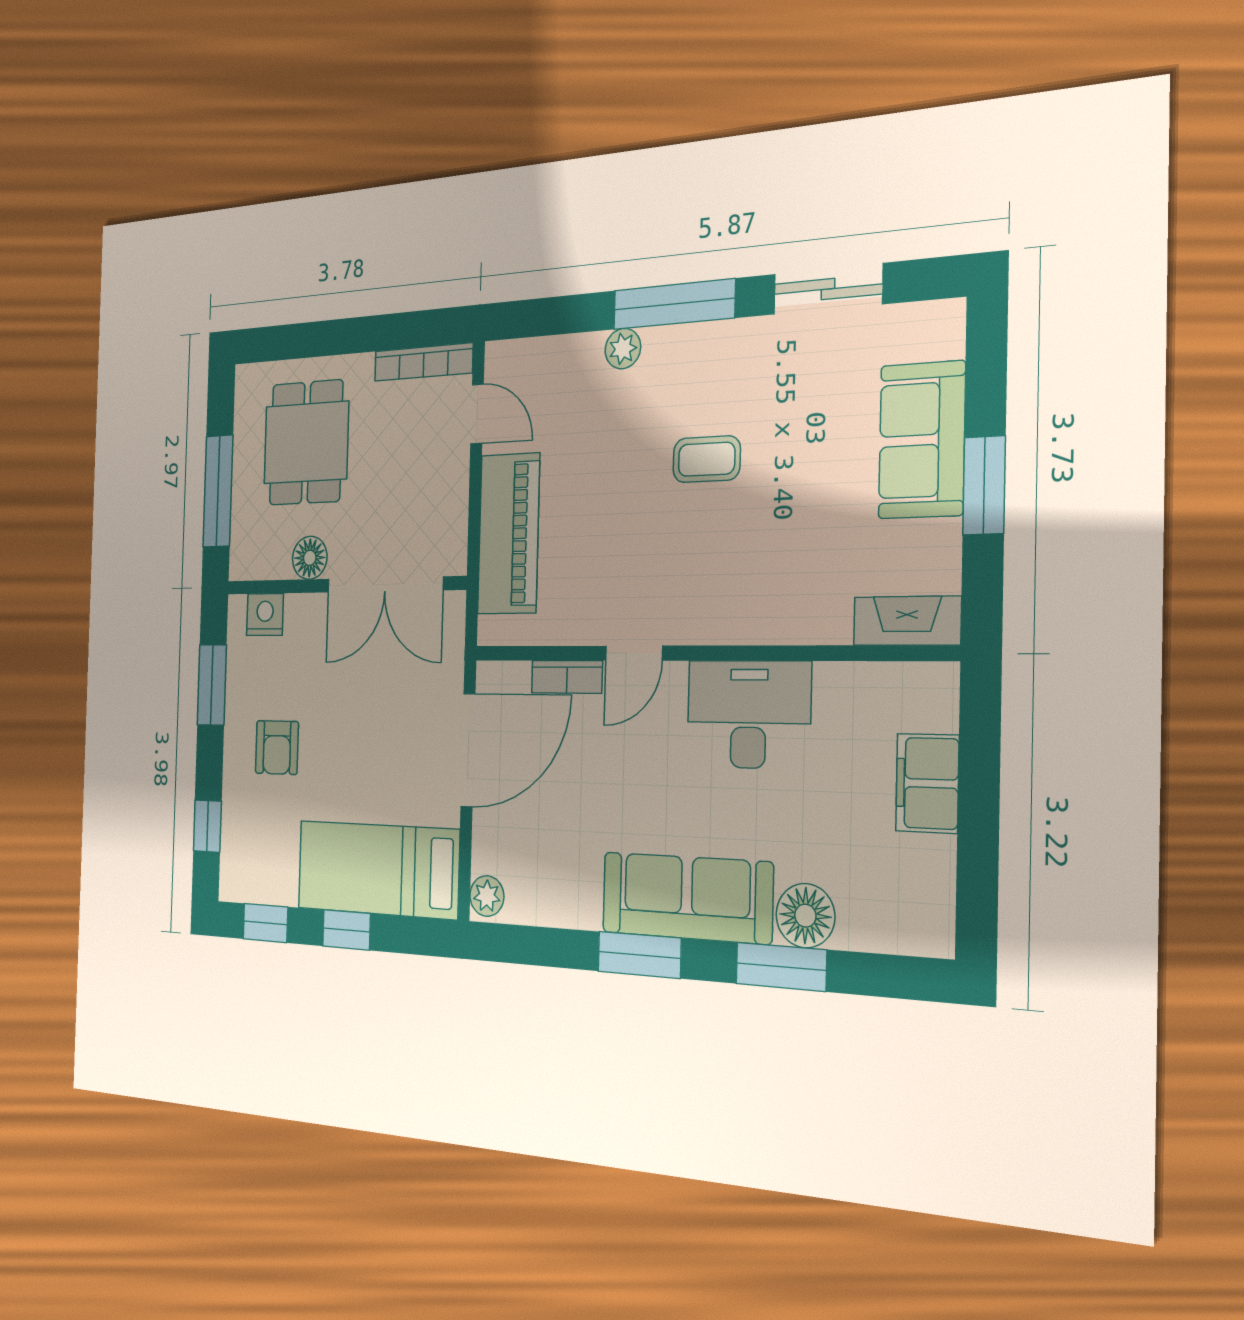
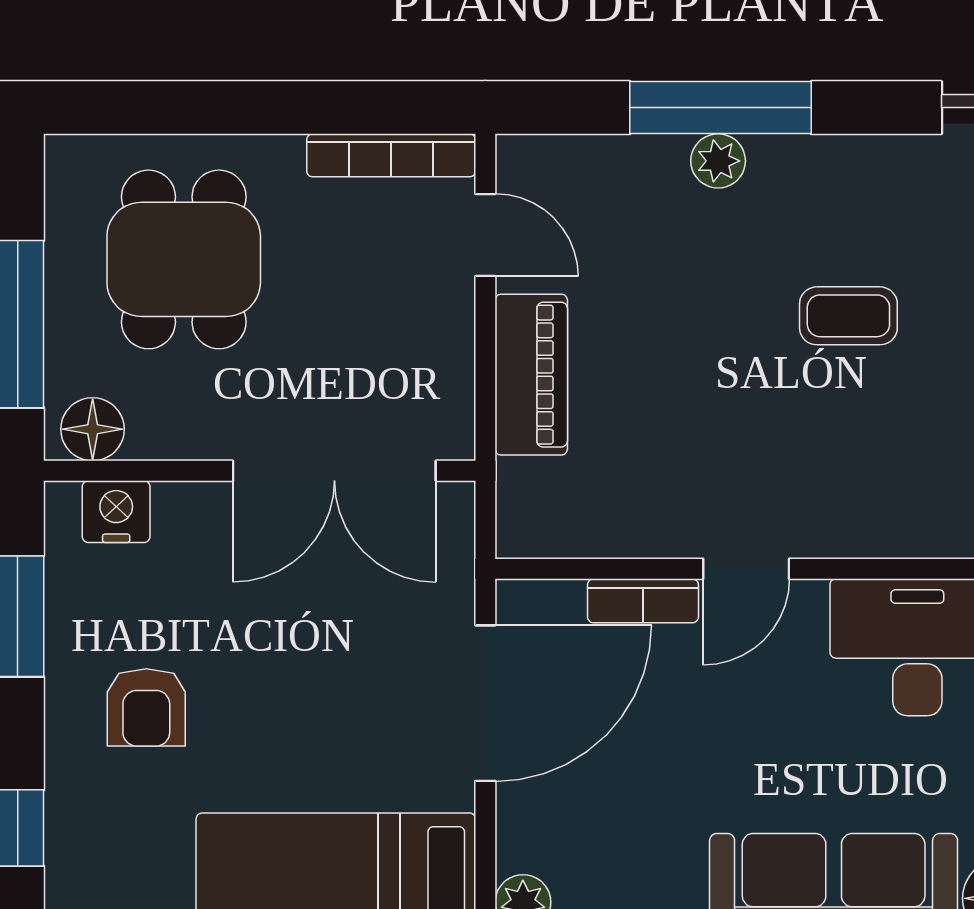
window: (674, 304) -> (721, 108), moved
piano: (509, 534) -> (531, 375), width x0.73, depth x0.75
floor lamp: (310, 558) -> (93, 429), moved

